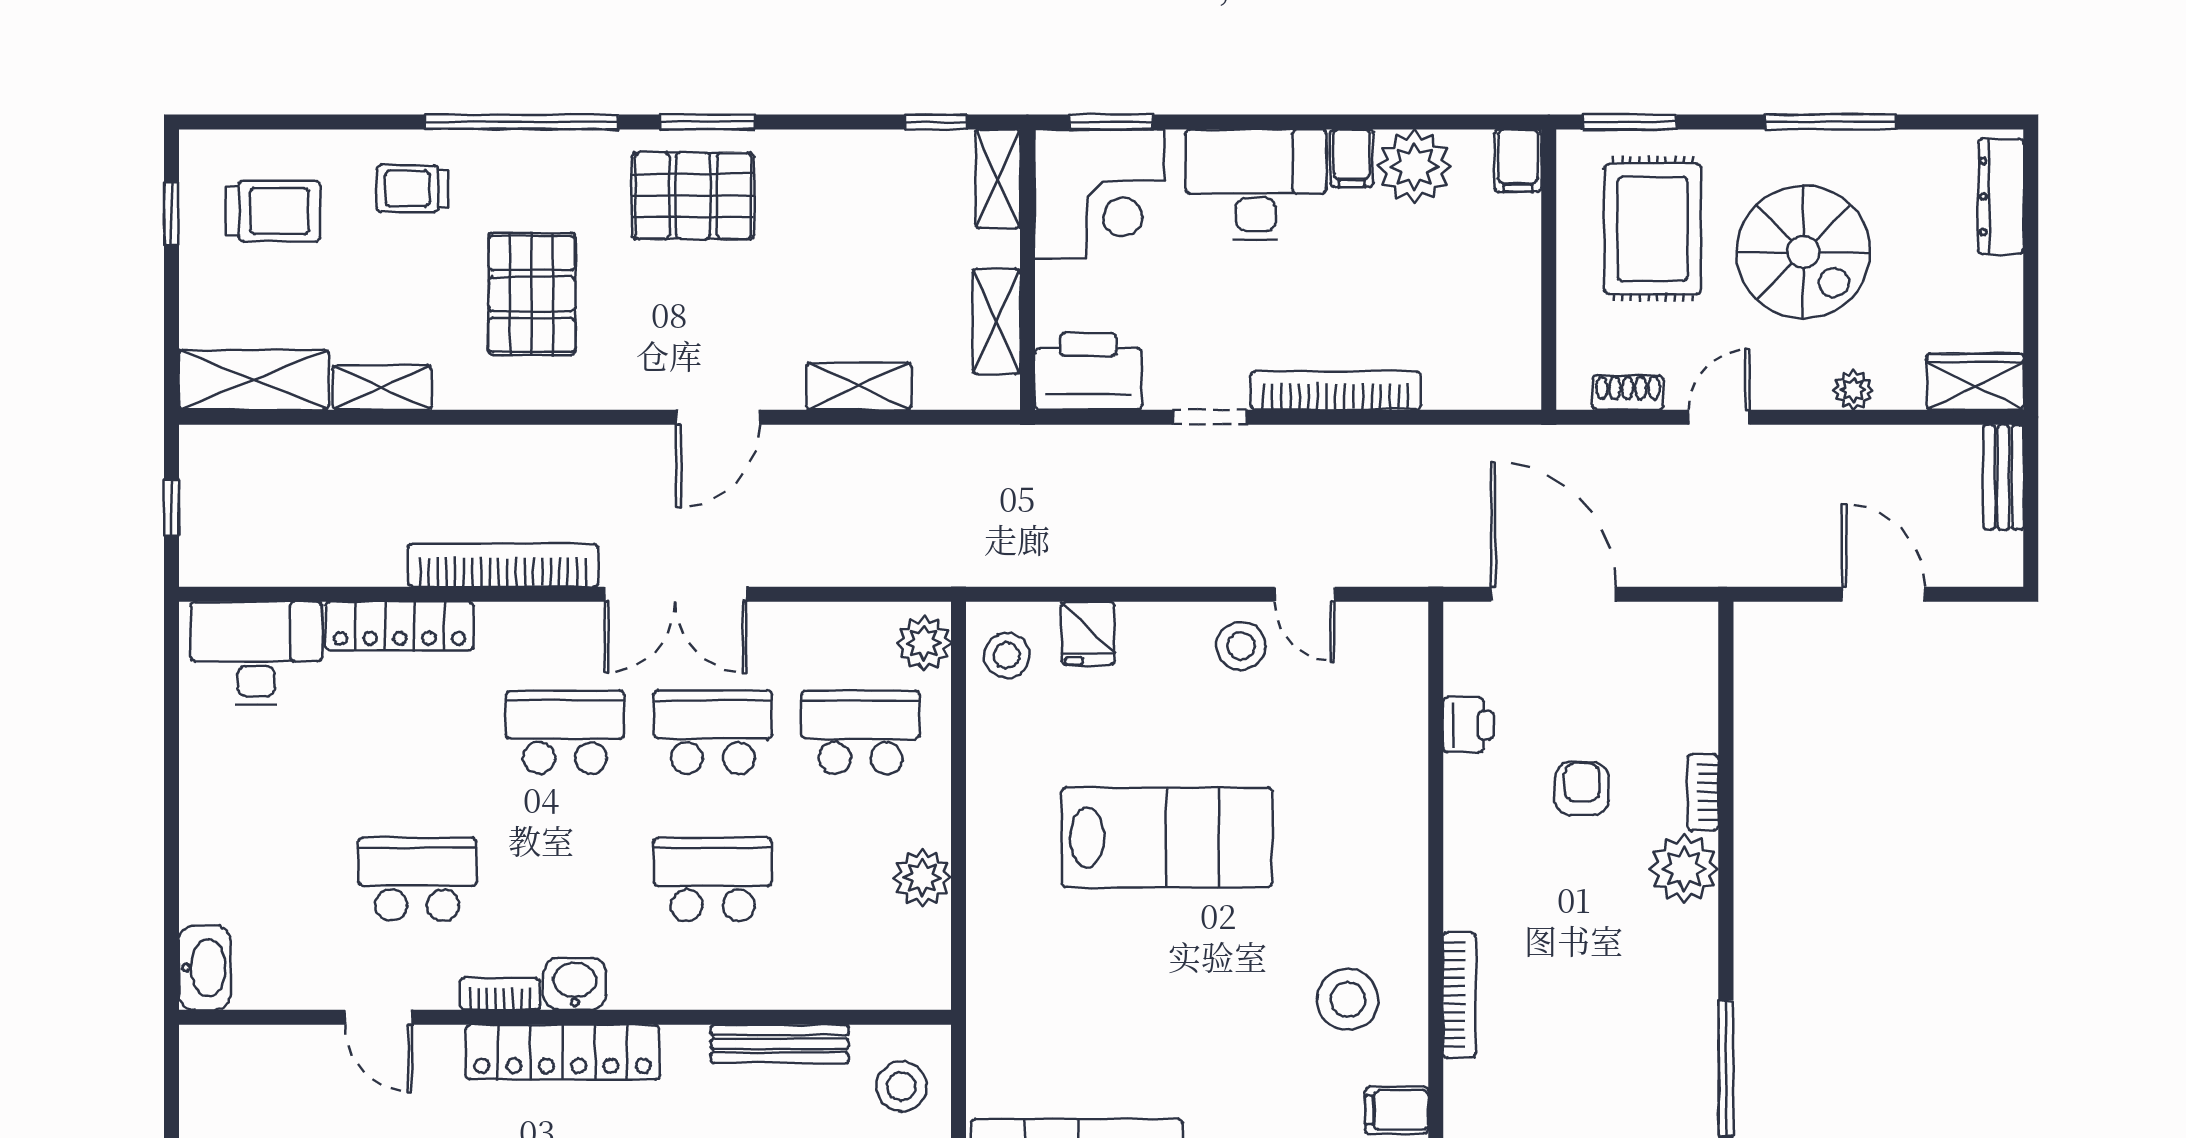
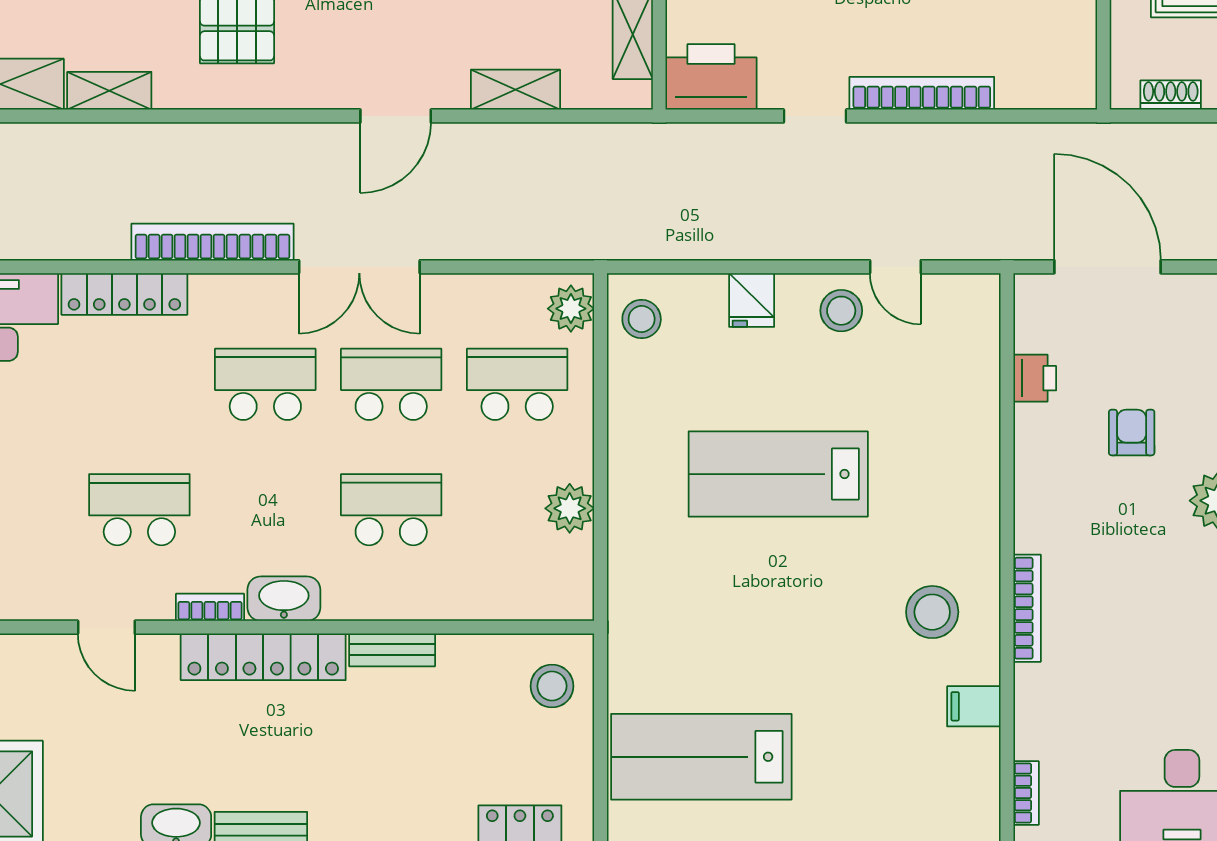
fridge: (1088, 633) -> (752, 300), moved
lab bench: (1167, 837) -> (778, 474), turned 180
washbasin: (575, 984) -> (284, 599), width x1.38
bench: (780, 1044) -> (392, 650), moved, width x0.73

